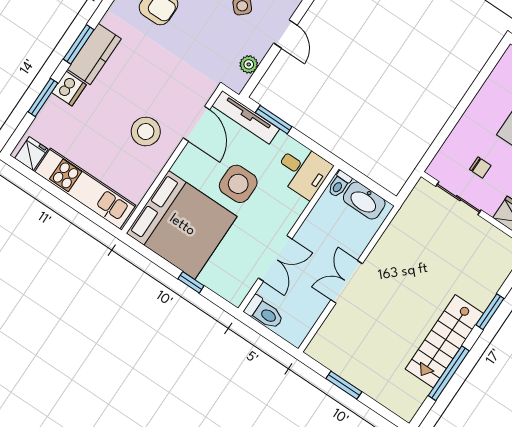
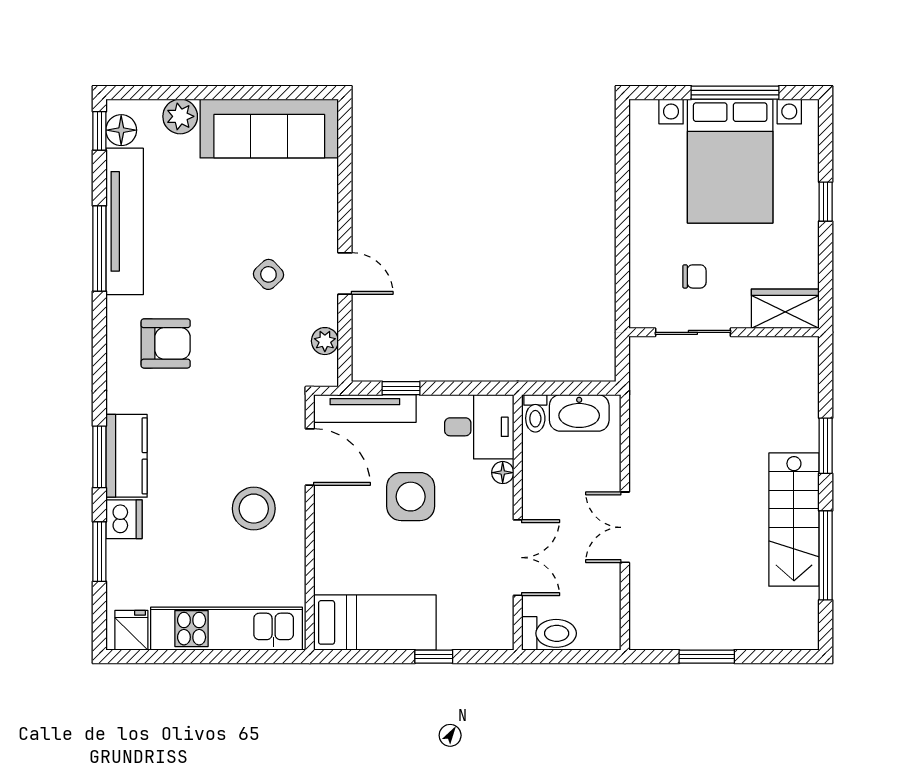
window: (274, 120) -> (401, 388), width x0.67
floor lamp: (299, 205) -> (503, 473), added
bed: (182, 225) -> (375, 622), width x0.49

